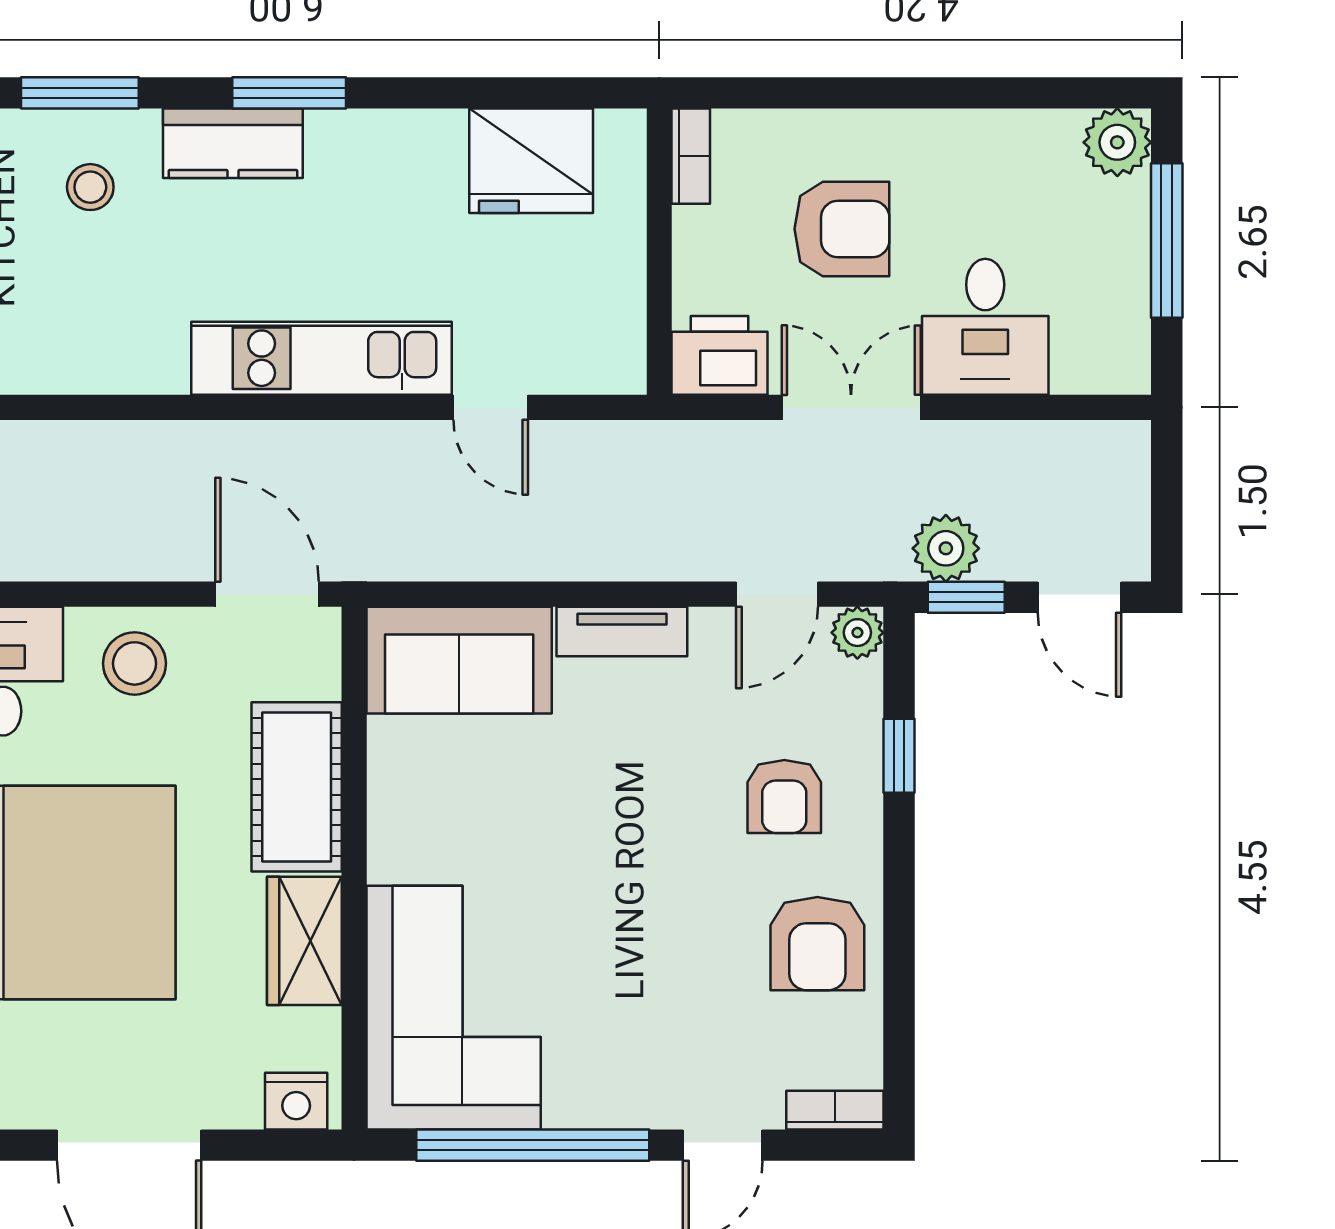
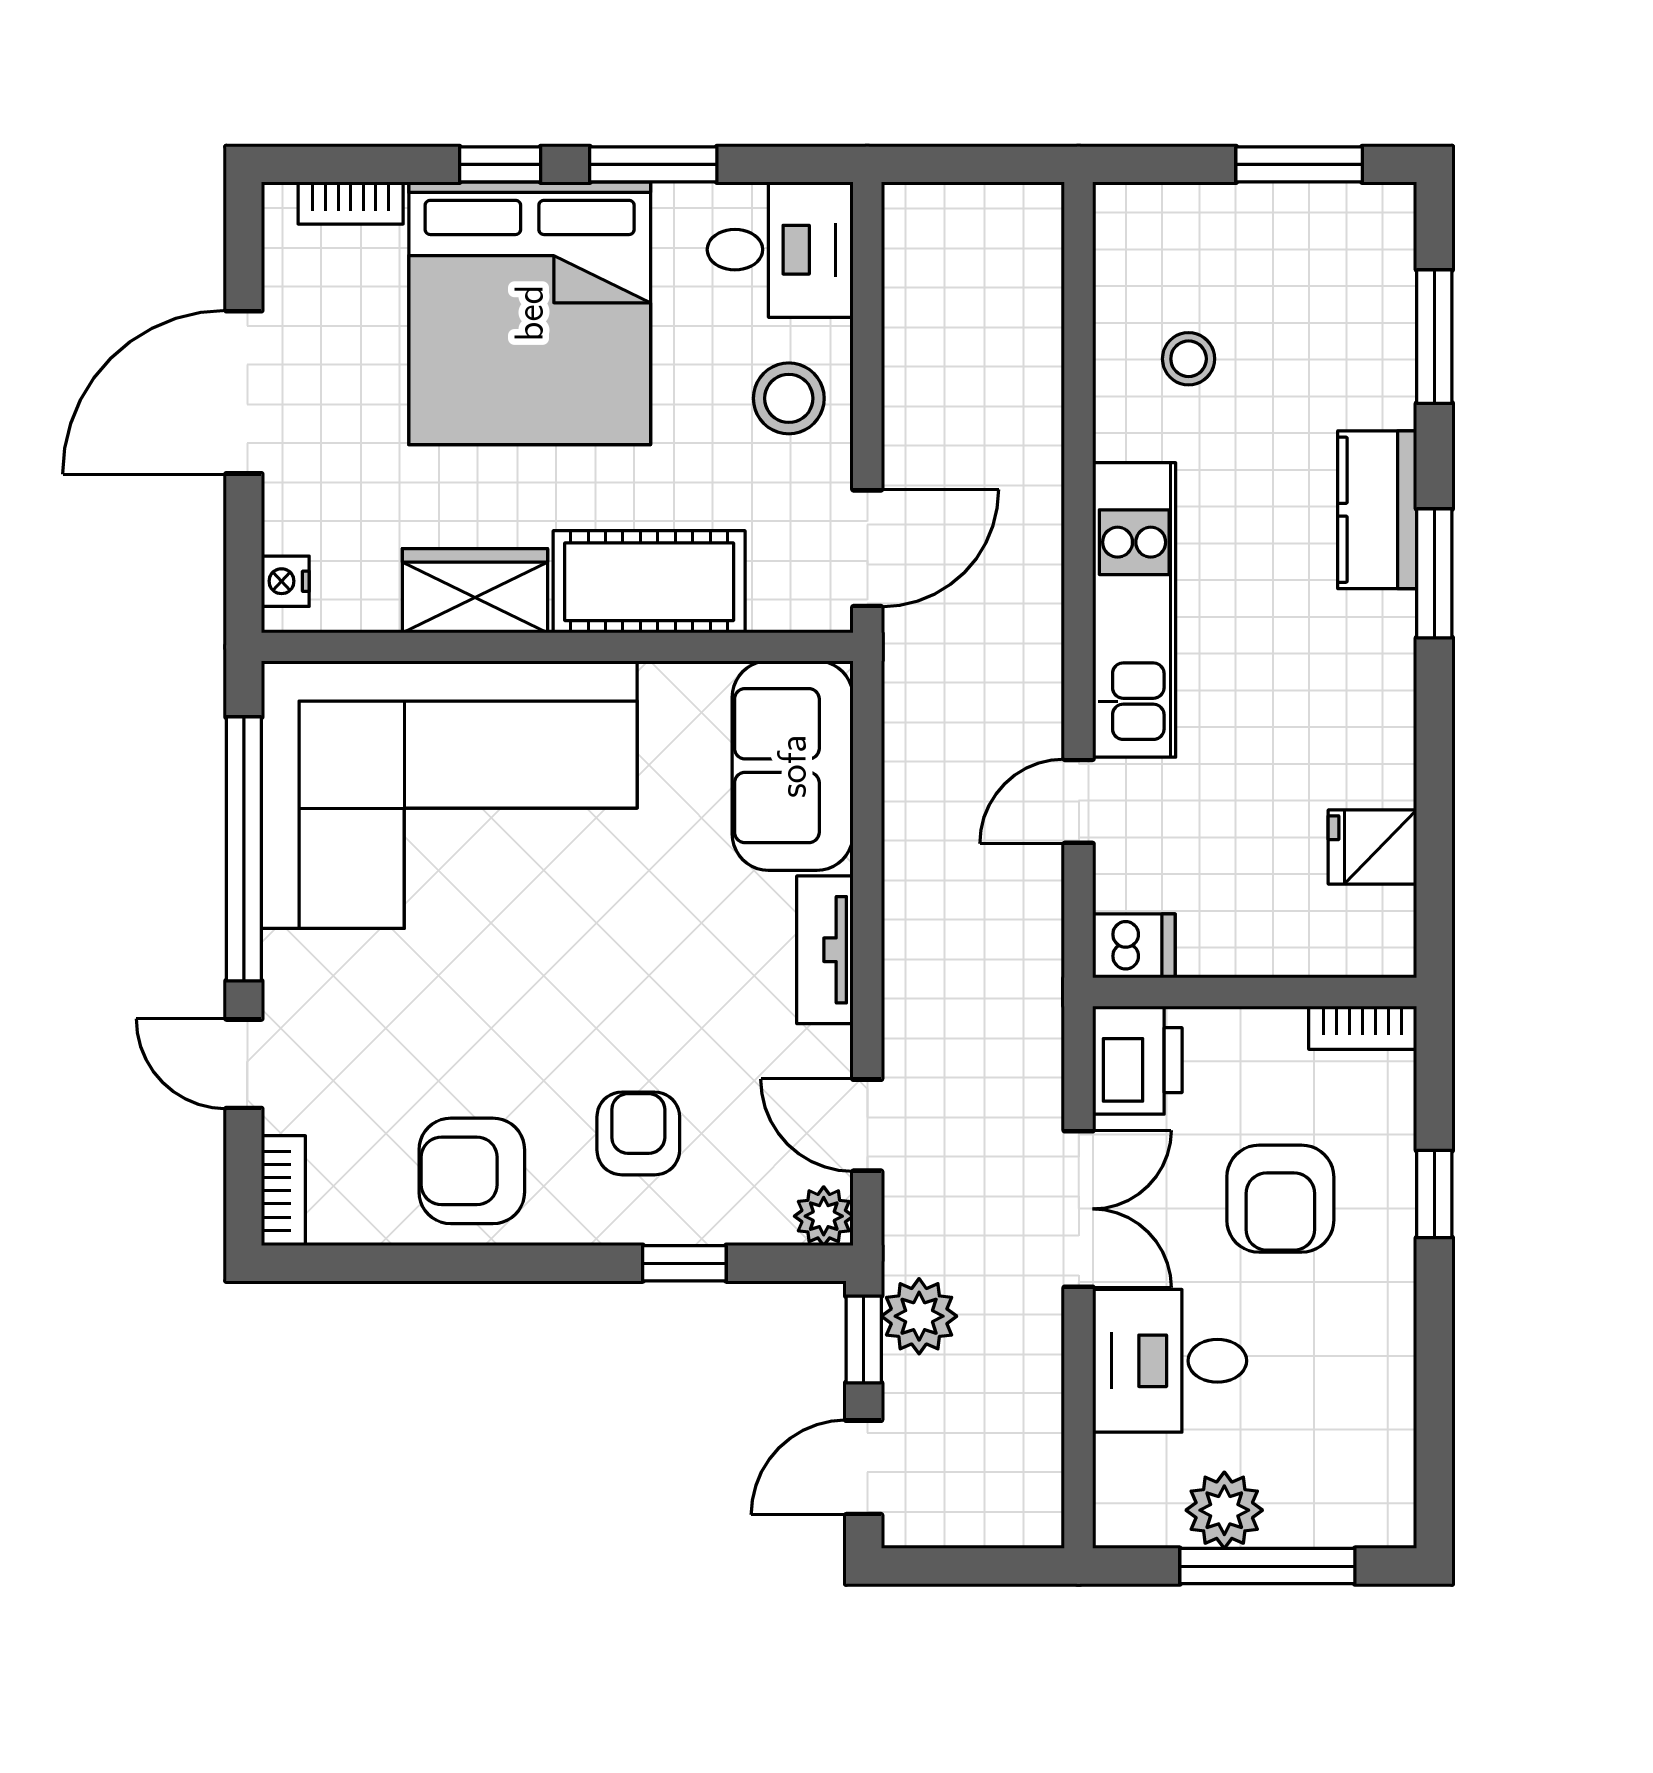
window: (838, 93) -> (1434, 1194), added
plant: (1117, 142) -> (1224, 1510), moved
fridge: (531, 161) -> (1372, 847), width x0.53, depth x0.75
stool: (90, 187) -> (1189, 359), moved
dishwasher: (619, 358) -> (1134, 946), added
armchair: (784, 796) -> (638, 1133), turned 90
corner sofa: (454, 1008) -> (449, 795), width x1.36, depth x1.36
nightstand: (296, 1101) -> (285, 581), width x0.72, depth x0.74

